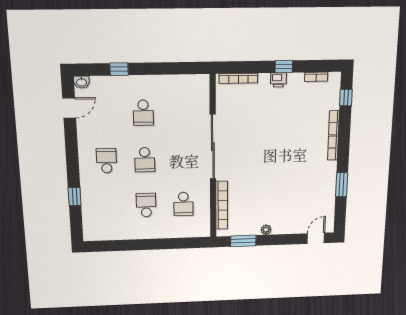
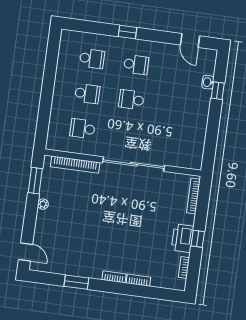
printer: (278, 80) -> (183, 238), width x1.87, depth x1.48
washbasin: (81, 82) -> (208, 82), moved
window: (346, 98) -> (160, 293), removed
school desk: (143, 113) -> (92, 59), moved, turned 180
window: (75, 196) -> (128, 32), moved

